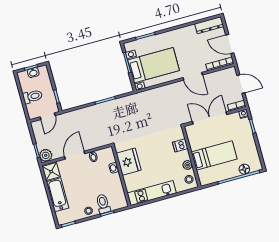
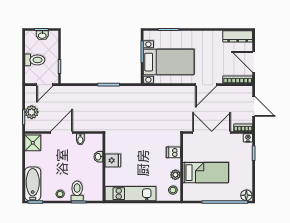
door: (193, 76) -> (206, 85), hinge flipped
plant: (46, 155) -> (32, 112), moved
fridge: (129, 162) -> (113, 160), width x0.53, depth x0.75
floor lamp: (244, 169) -> (246, 195), moved
bathtub: (58, 195) -> (33, 184), moved

